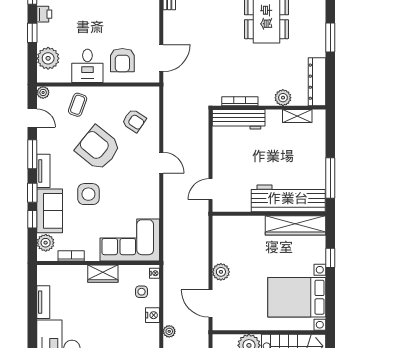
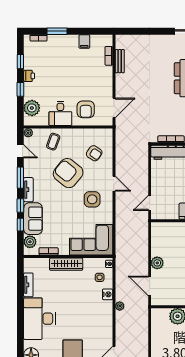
side table: (88, 194) -> (92, 199), moved
wardrobe: (103, 274) -> (66, 264), width x1.50

